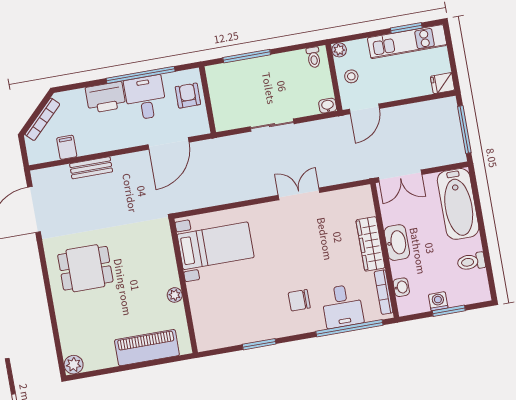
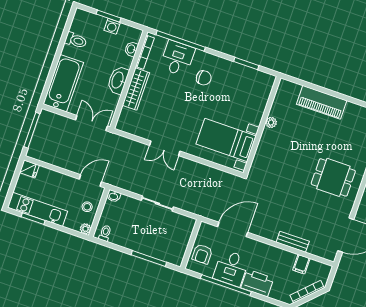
bed with nightstands: (216, 246) -> (226, 140), moved
wall: (183, 286) -> (262, 125), moved
plant: (175, 295) -> (271, 123), moved

